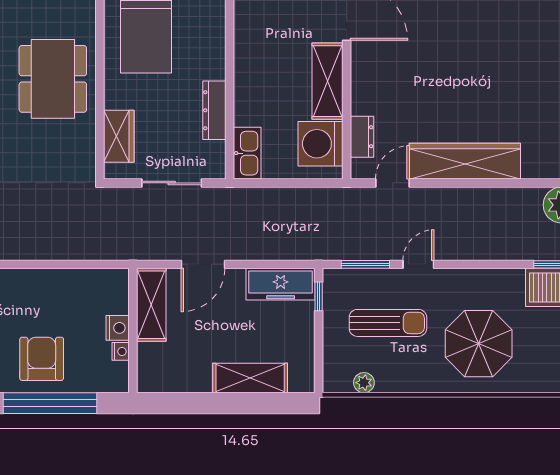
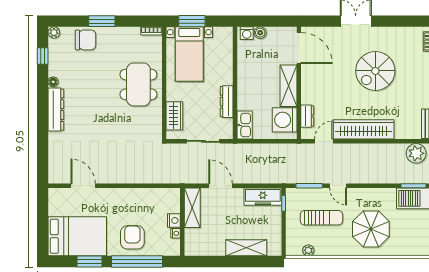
spiral stairs: (487, 54) -> (375, 71), added
door: (203, 264) -> (220, 186), swing flipped
door: (418, 264) -> (338, 186), swing flipped

